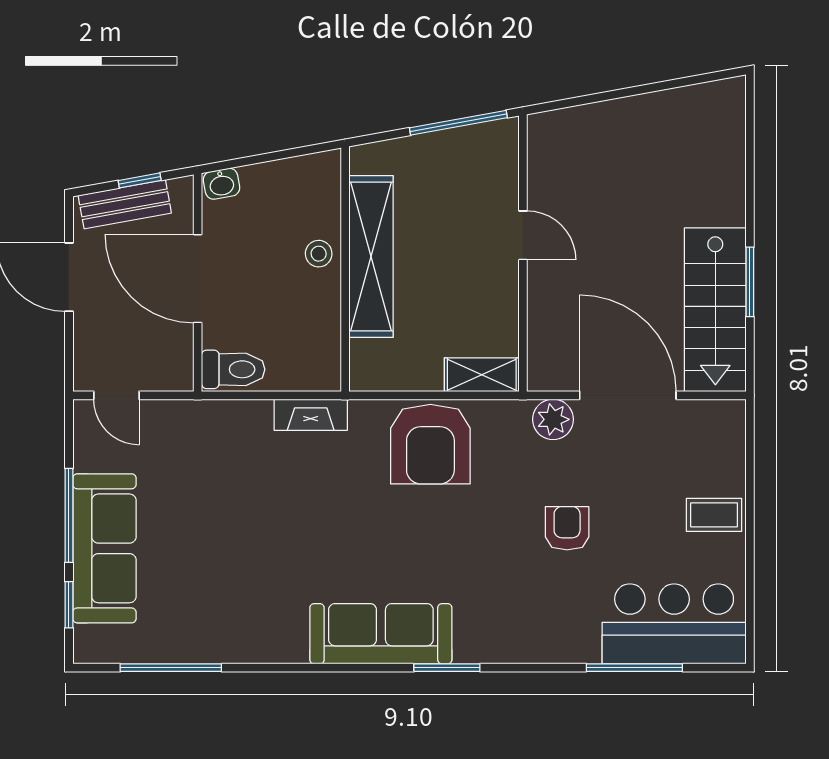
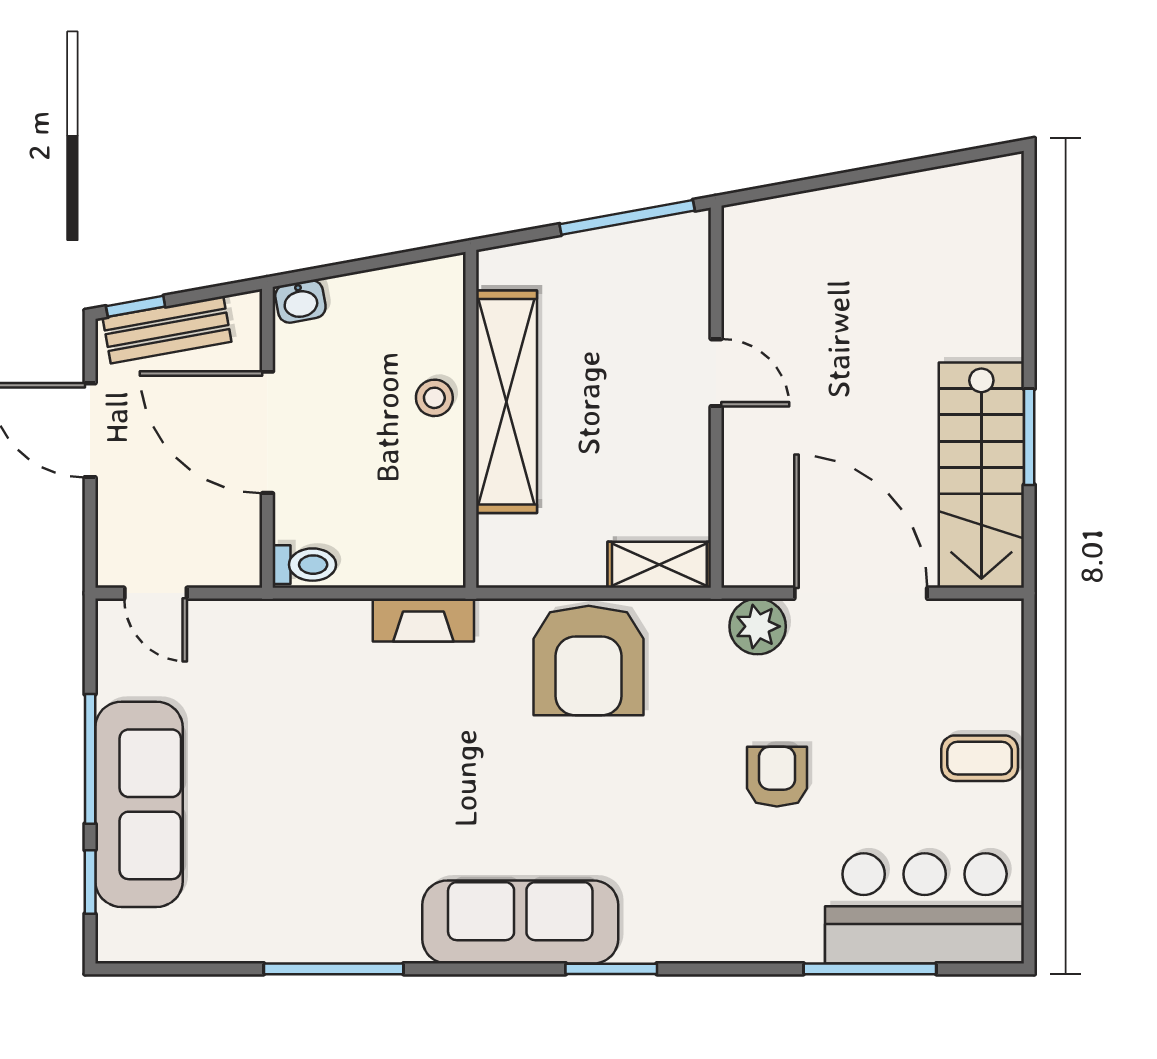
window: (140, 180) -> (136, 306), moved
toilet: (233, 369) -> (304, 565), width x0.73, depth x0.72
window: (171, 668) -> (334, 969), moved

